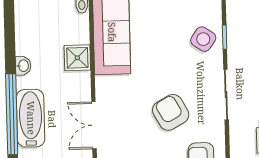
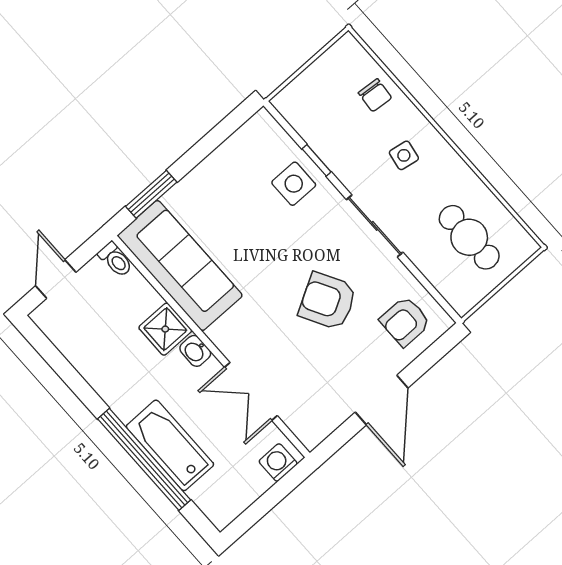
side table: (203, 39) -> (294, 184), turned -34
washbasin: (23, 66) -> (195, 351), moved, turned 180

